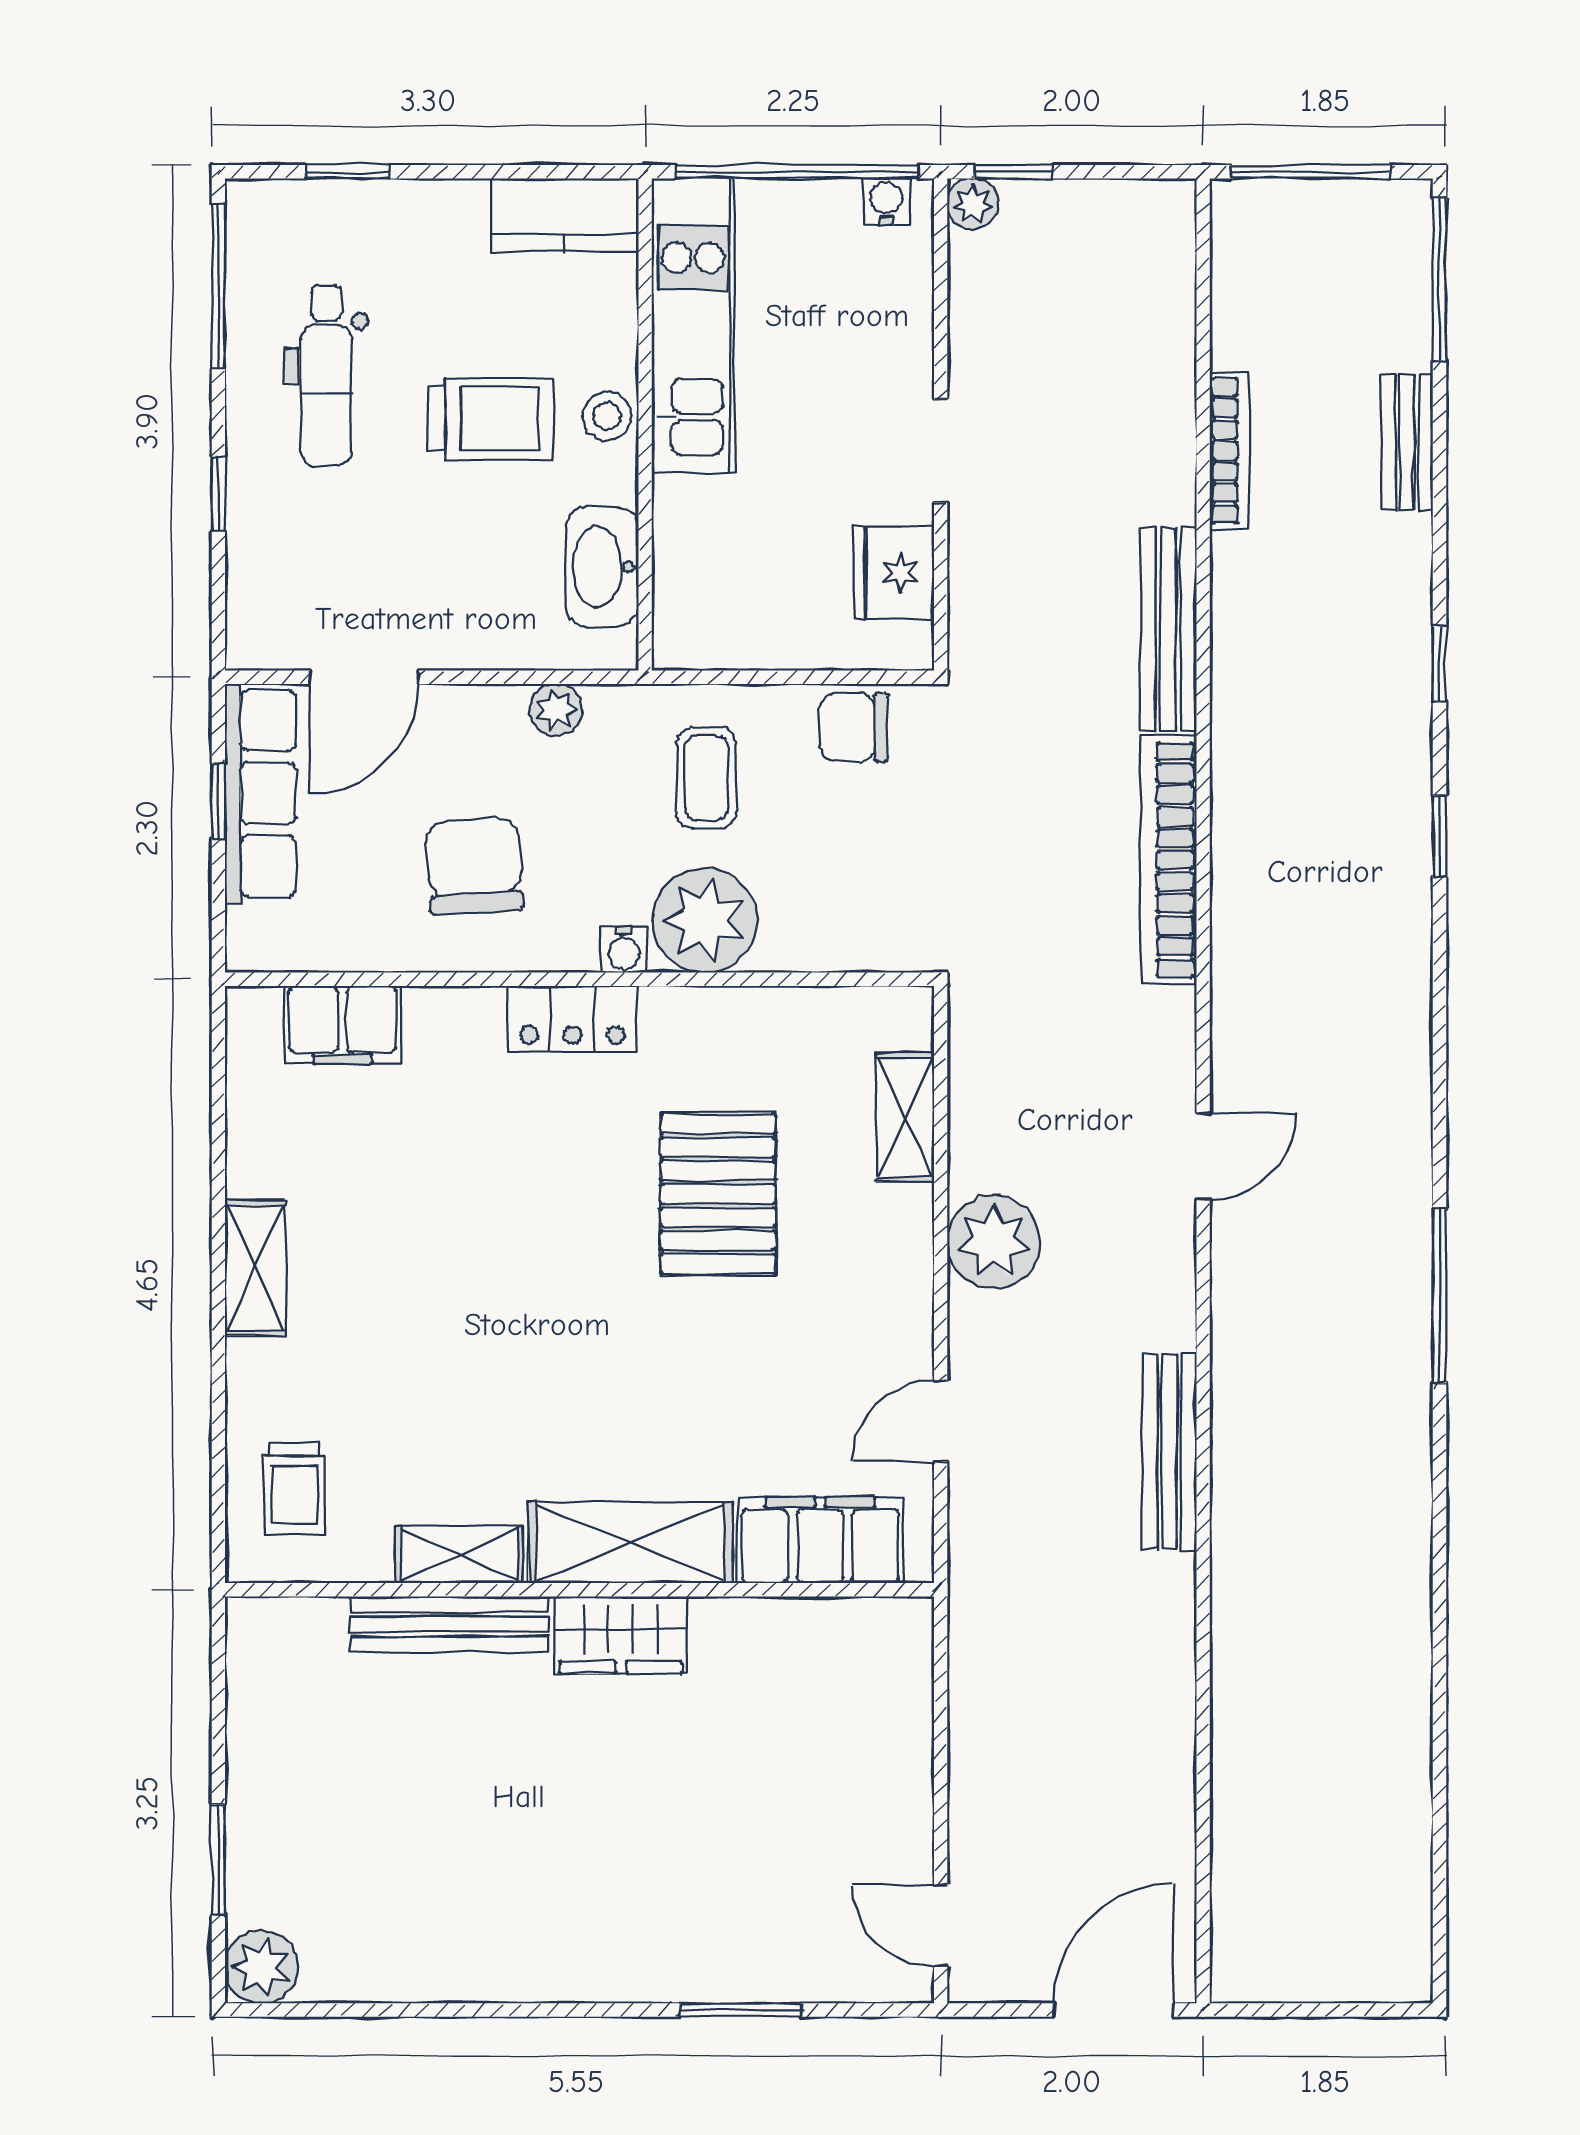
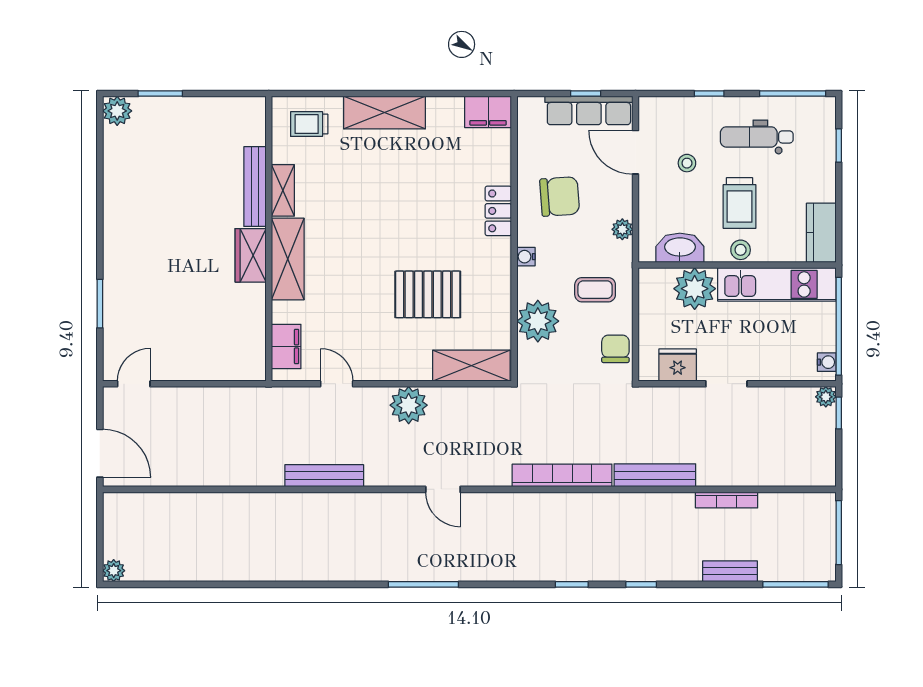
plant: (704, 530) -> (695, 289), added
stool: (391, 549) -> (687, 163), added
plant: (705, 920) -> (538, 321), moved
locker: (573, 1019) -> (498, 211), moved
filing cabinet: (342, 1025) -> (488, 112), moved, turned -90
shelving: (905, 1118) -> (471, 366), width x1.50, depth x1.33
shelving: (256, 1268) -> (384, 113), width x1.50, depth x1.33
window: (1440, 1296) -> (423, 584), moved
filing cabinet: (820, 1540) -> (286, 346), width x0.67, depth x0.86
plant: (1405, 1976) -> (114, 571), added

